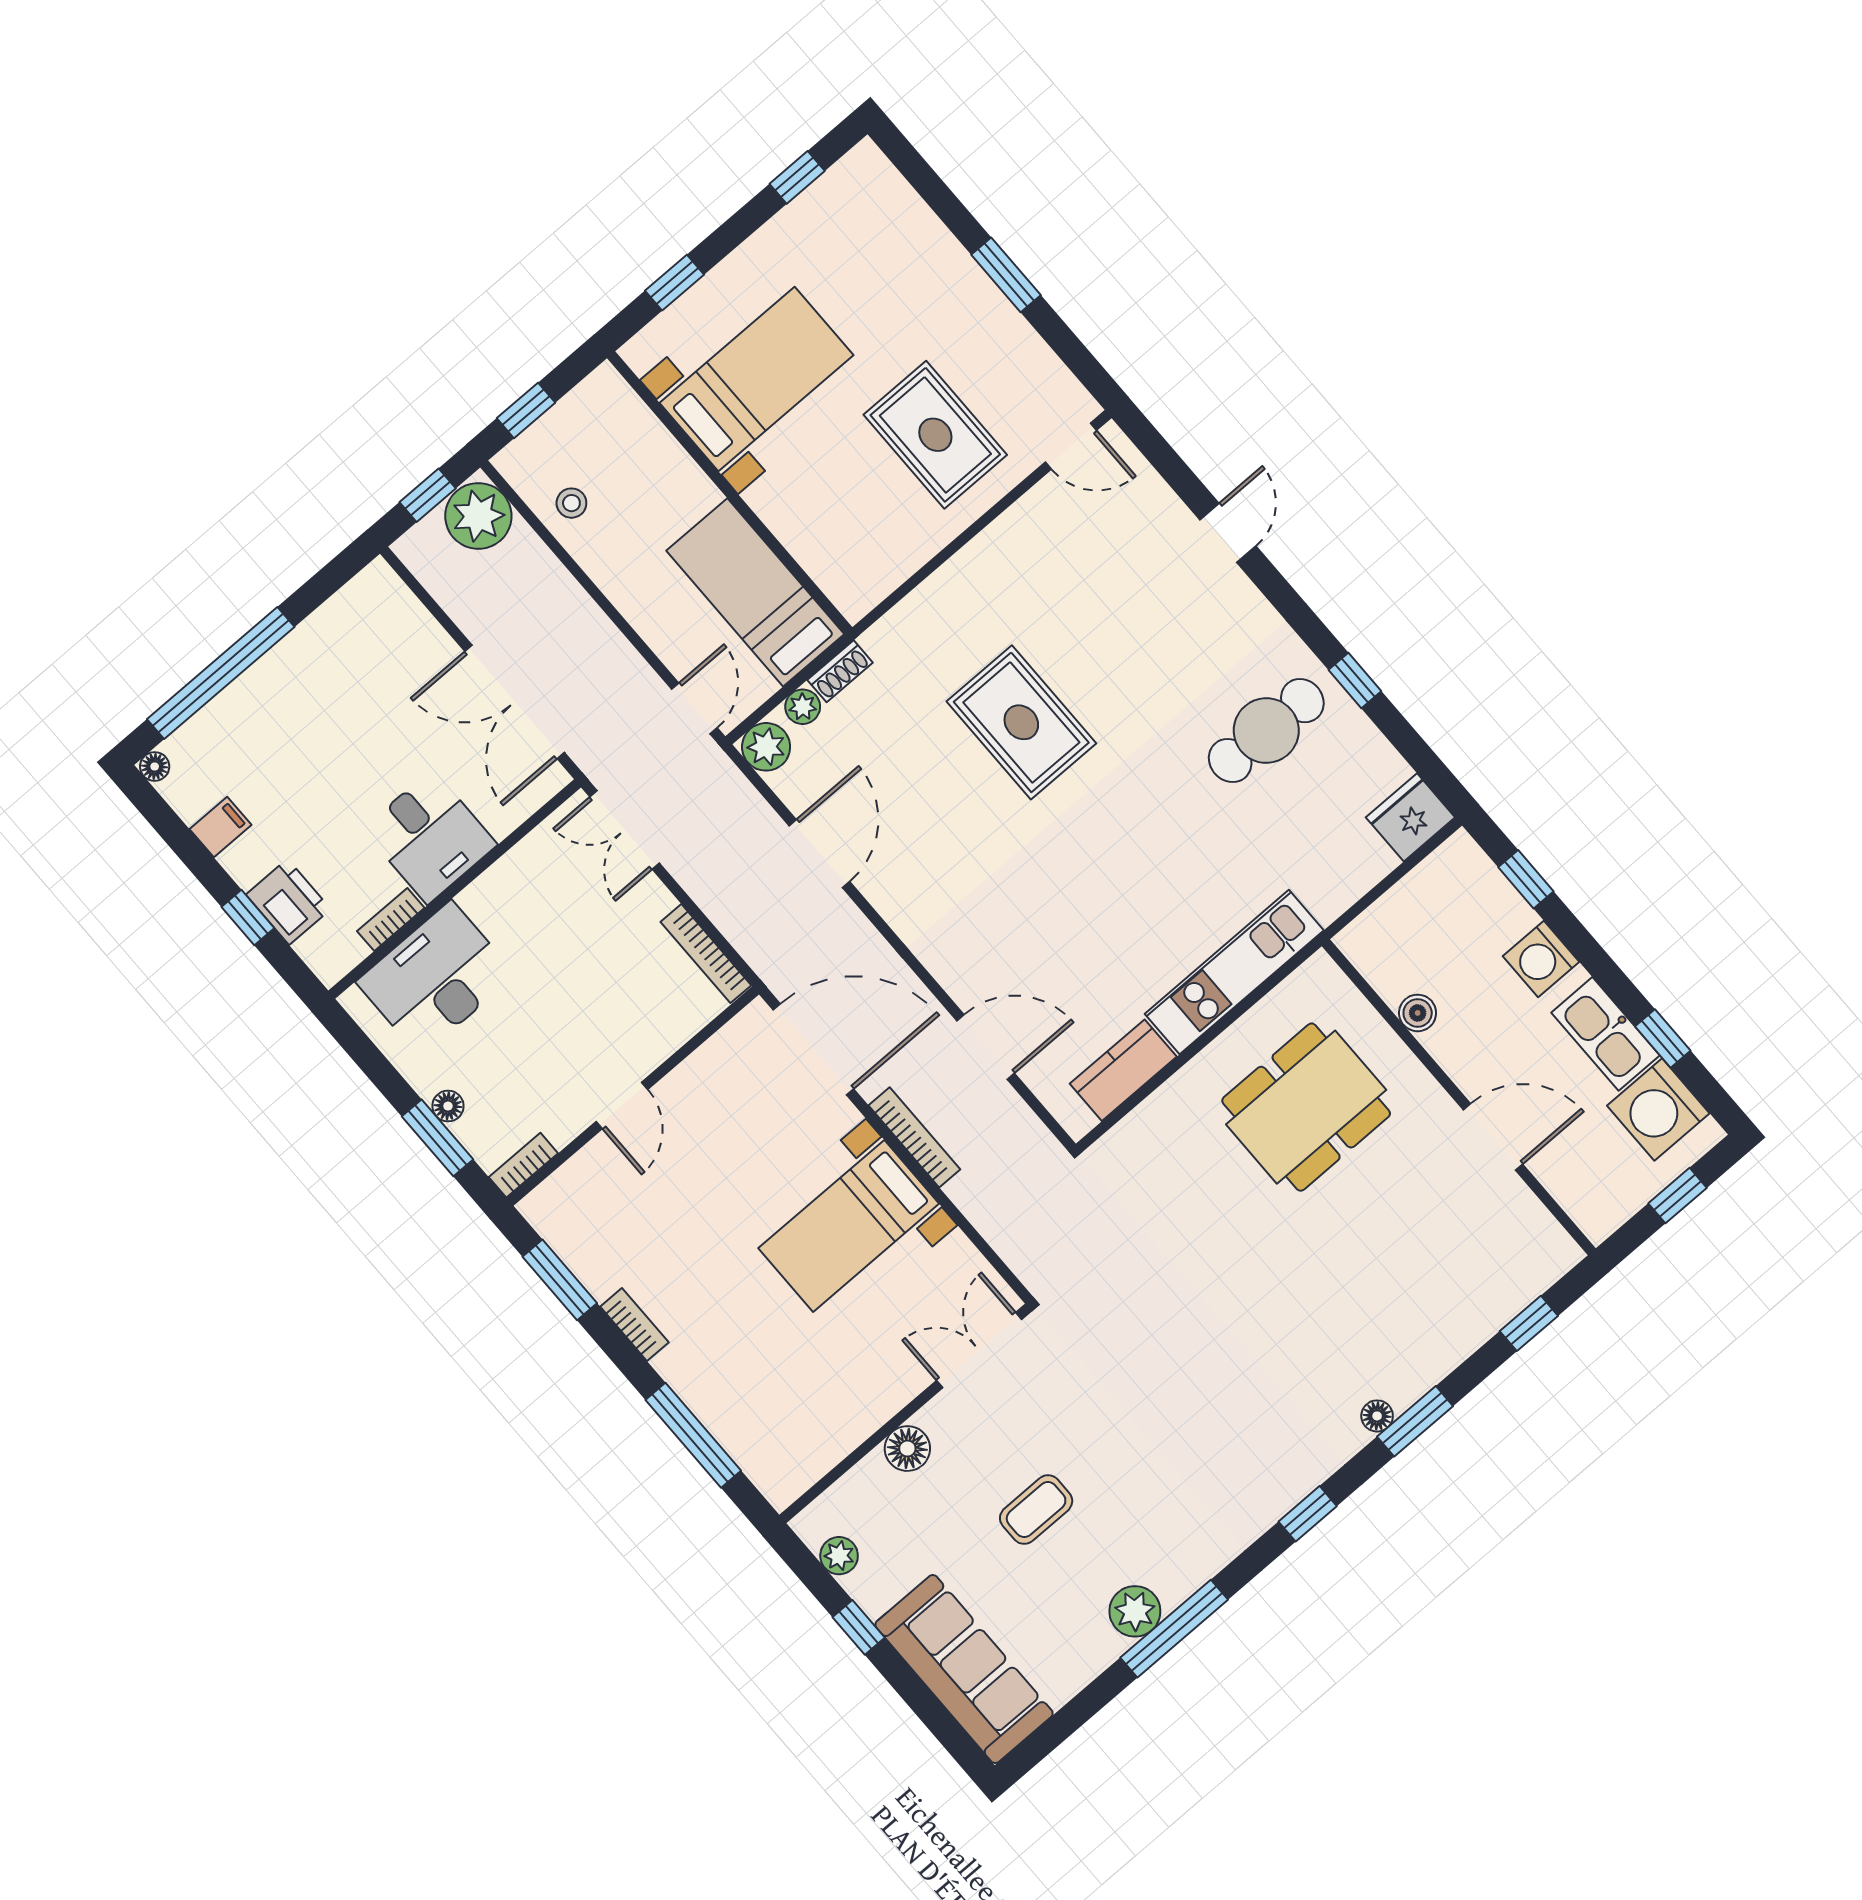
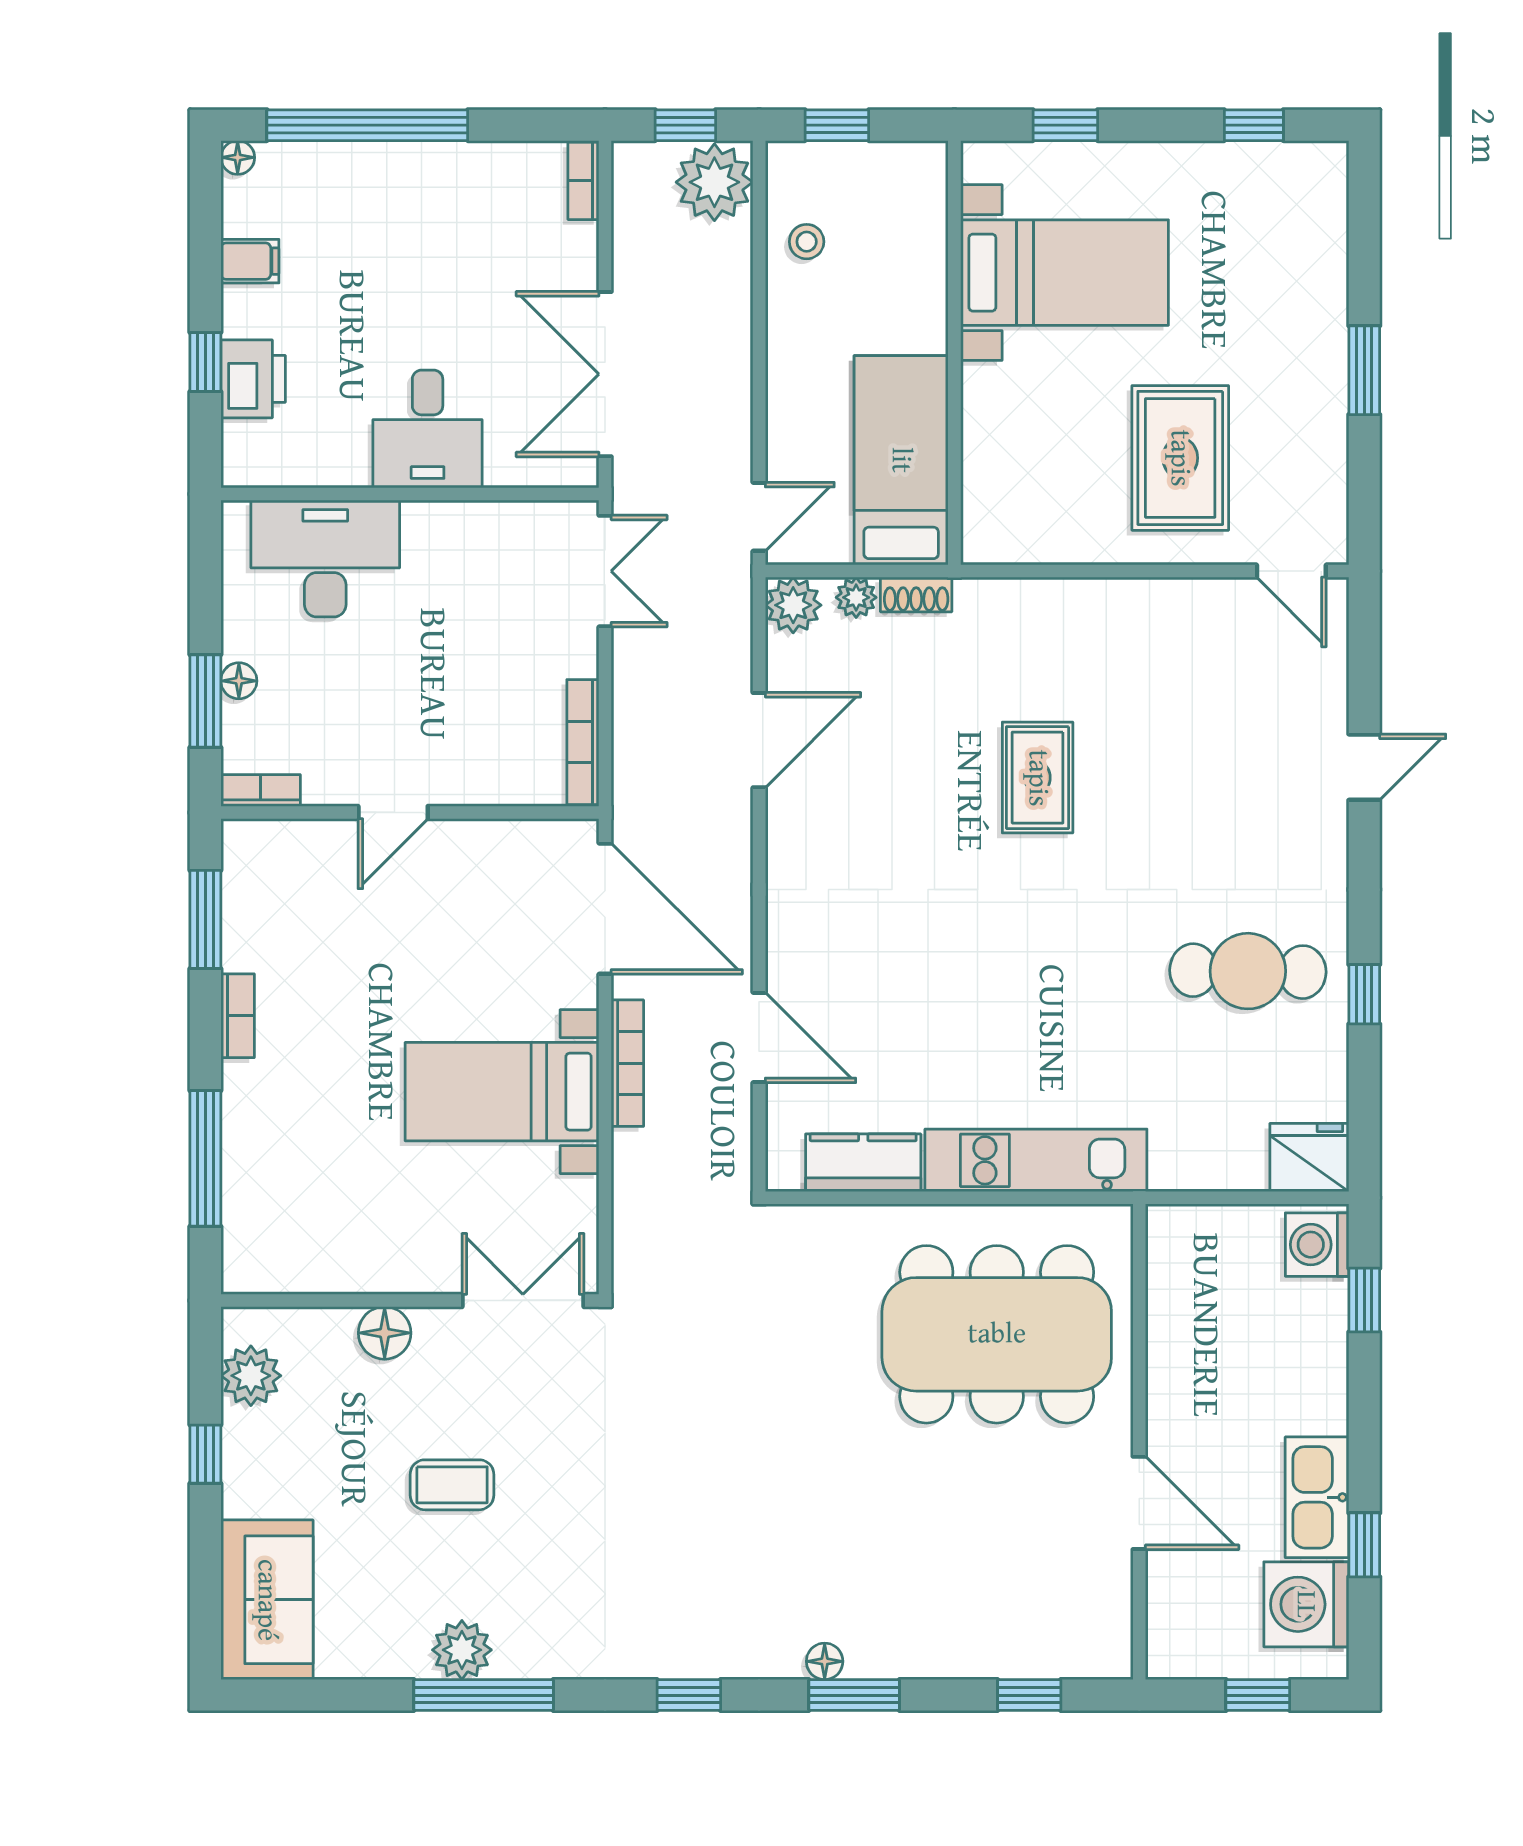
rug: (1021, 722) -> (1038, 778), width x0.73, depth x0.70
double door: (625, 830) -> (605, 571), swing flipped
bookcase: (391, 919) -> (583, 181), moved, turned -90
washing machine: (1541, 959) -> (1317, 1245), moved
boiler: (1418, 1013) -> (1167, 1336), removed
dining table: (1306, 1107) -> (997, 1334), width x1.36, depth x1.24
plant: (839, 1556) -> (251, 1376), width x1.38, depth x1.38
sofa: (964, 1669) -> (267, 1600), width x0.73

